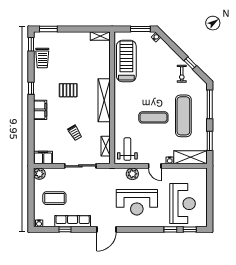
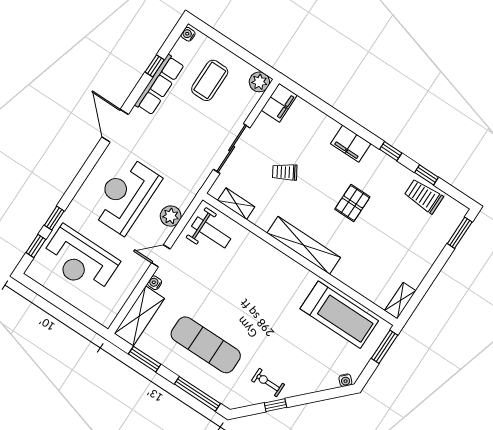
window: (140, 29) -> (384, 347), moved
window: (31, 44) -> (427, 175), moved
exercise mat: (153, 117) -> (232, 300), removed

